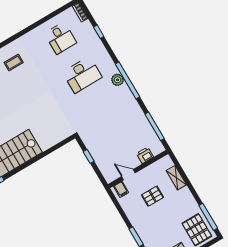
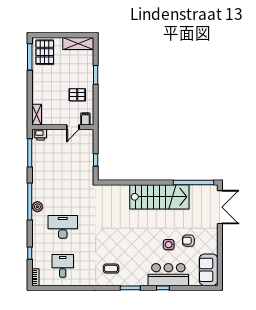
printer: (145, 155) -> (40, 135), moved
door: (128, 175) -> (73, 127), hinge flipped
shelving: (176, 178) -> (37, 115), moved
pallet: (153, 196) -> (77, 95), moved

